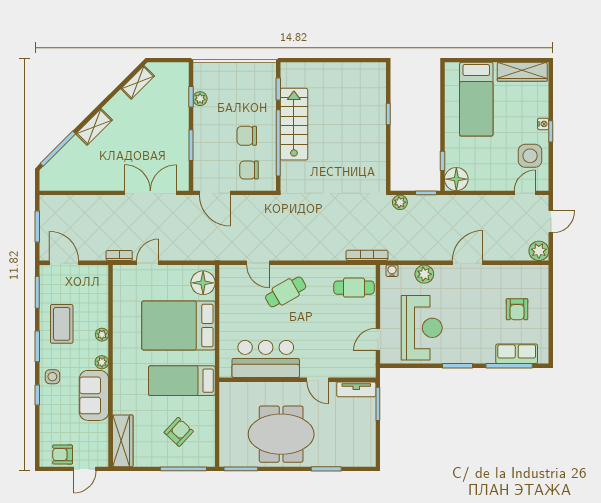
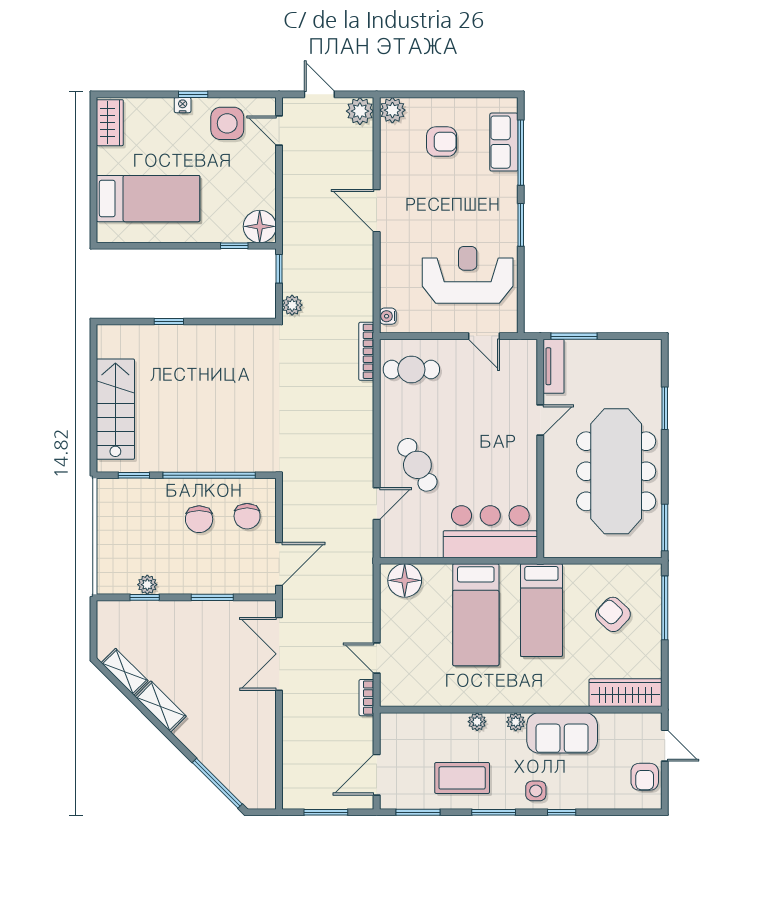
wardrobe: (522, 72) -> (110, 123), width x0.67
stairs: (294, 124) -> (115, 409), moved, turned 90
shelving: (94, 127) -> (161, 707), moved
plant: (424, 274) -> (392, 110), moved
cafe table: (354, 288) -> (411, 369), turned 90
bed: (178, 325) -> (476, 615), width x0.67
bar counter: (266, 359) -> (490, 532), moved, turned 90
meeting table: (281, 434) -> (616, 471), width x1.36

